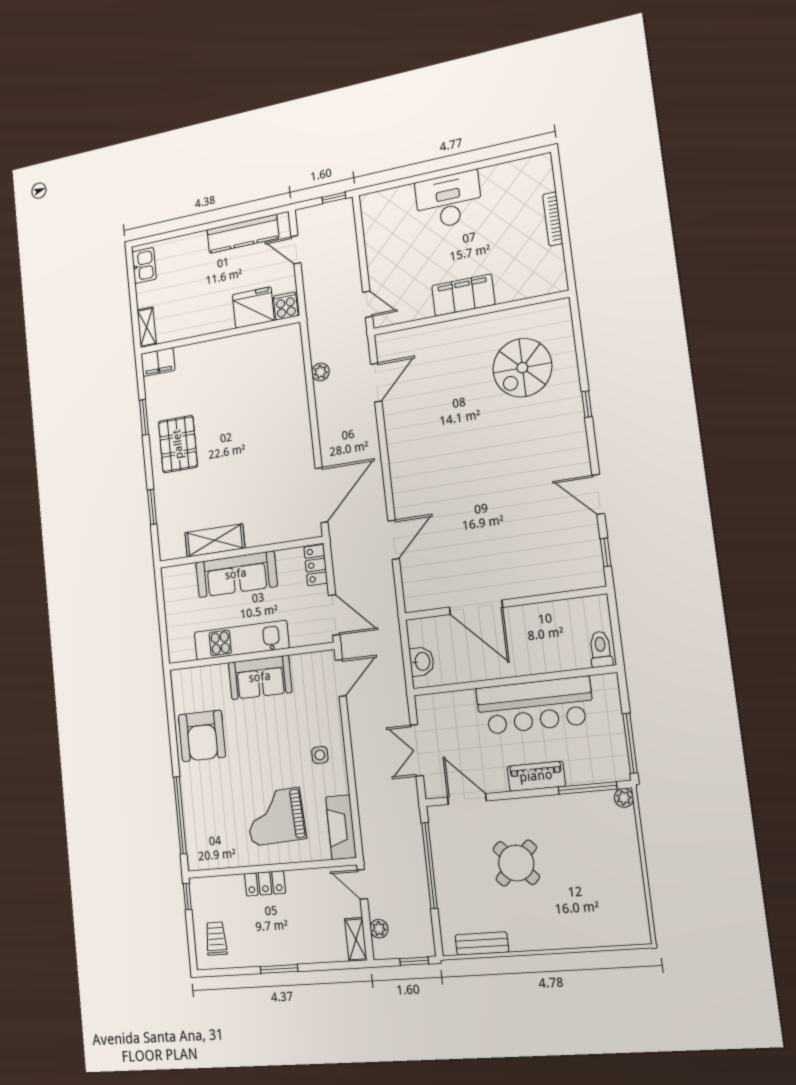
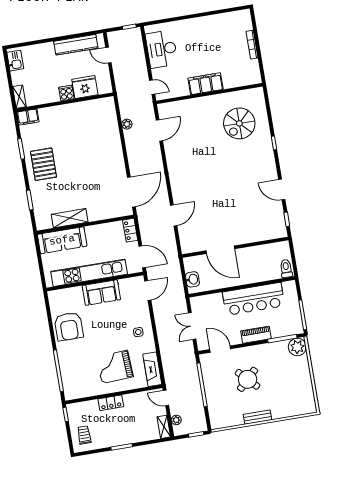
desk: (448, 200) -> (162, 49), moved, turned -90
cooker: (286, 306) -> (66, 93), moved
sofa: (236, 574) -> (62, 240), moved
kitchen unit: (241, 640) -> (89, 273), width x1.36
plant: (624, 798) -> (297, 347), width x1.88, depth x1.88
bench: (482, 943) -> (257, 417), moved

